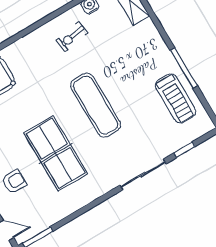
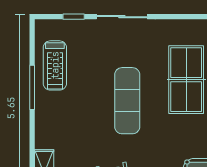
treadmill: (175, 98) -> (55, 65), turned 180

